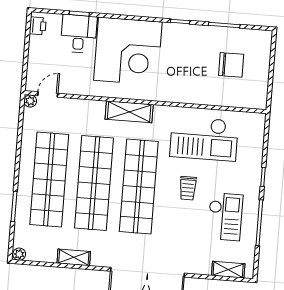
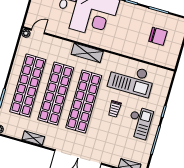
checkout: (225, 217) -> (140, 123), moved

